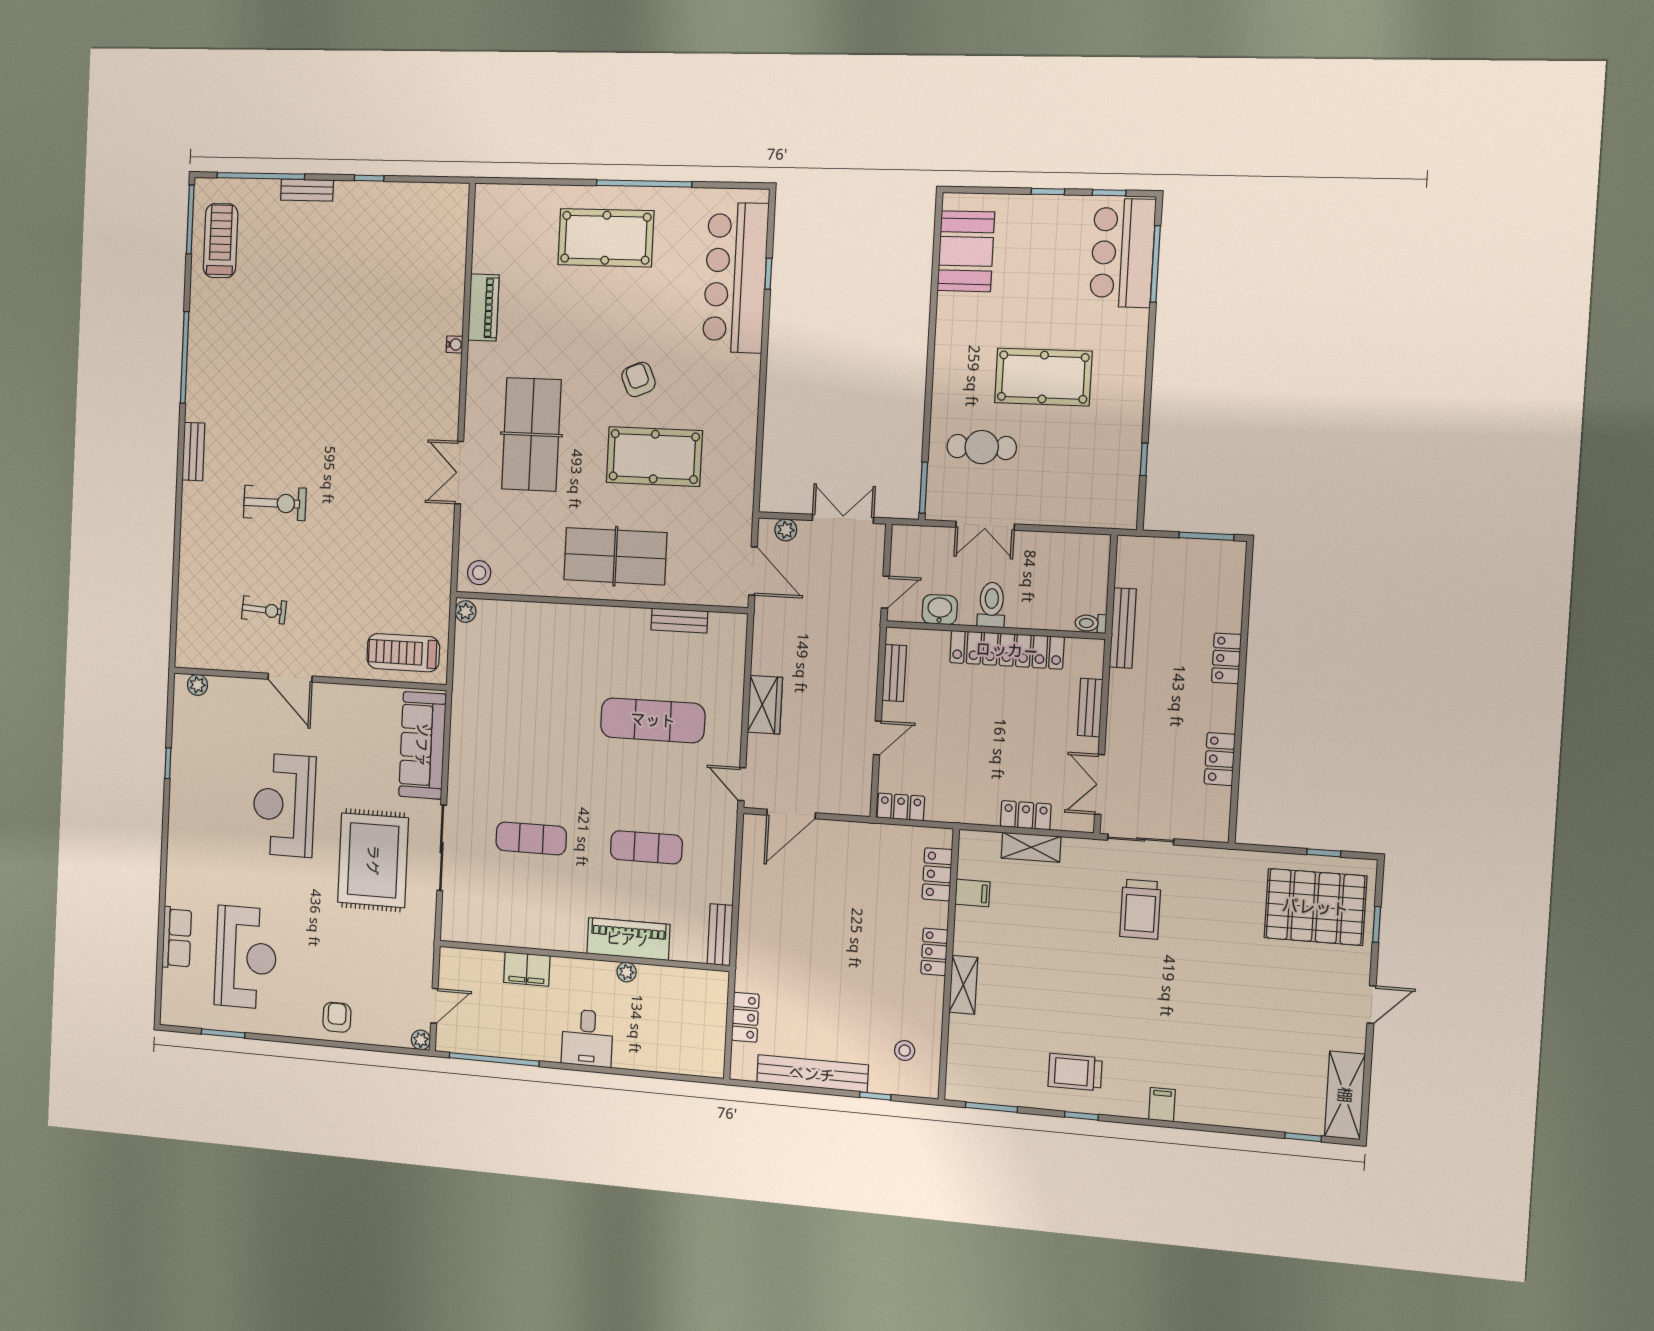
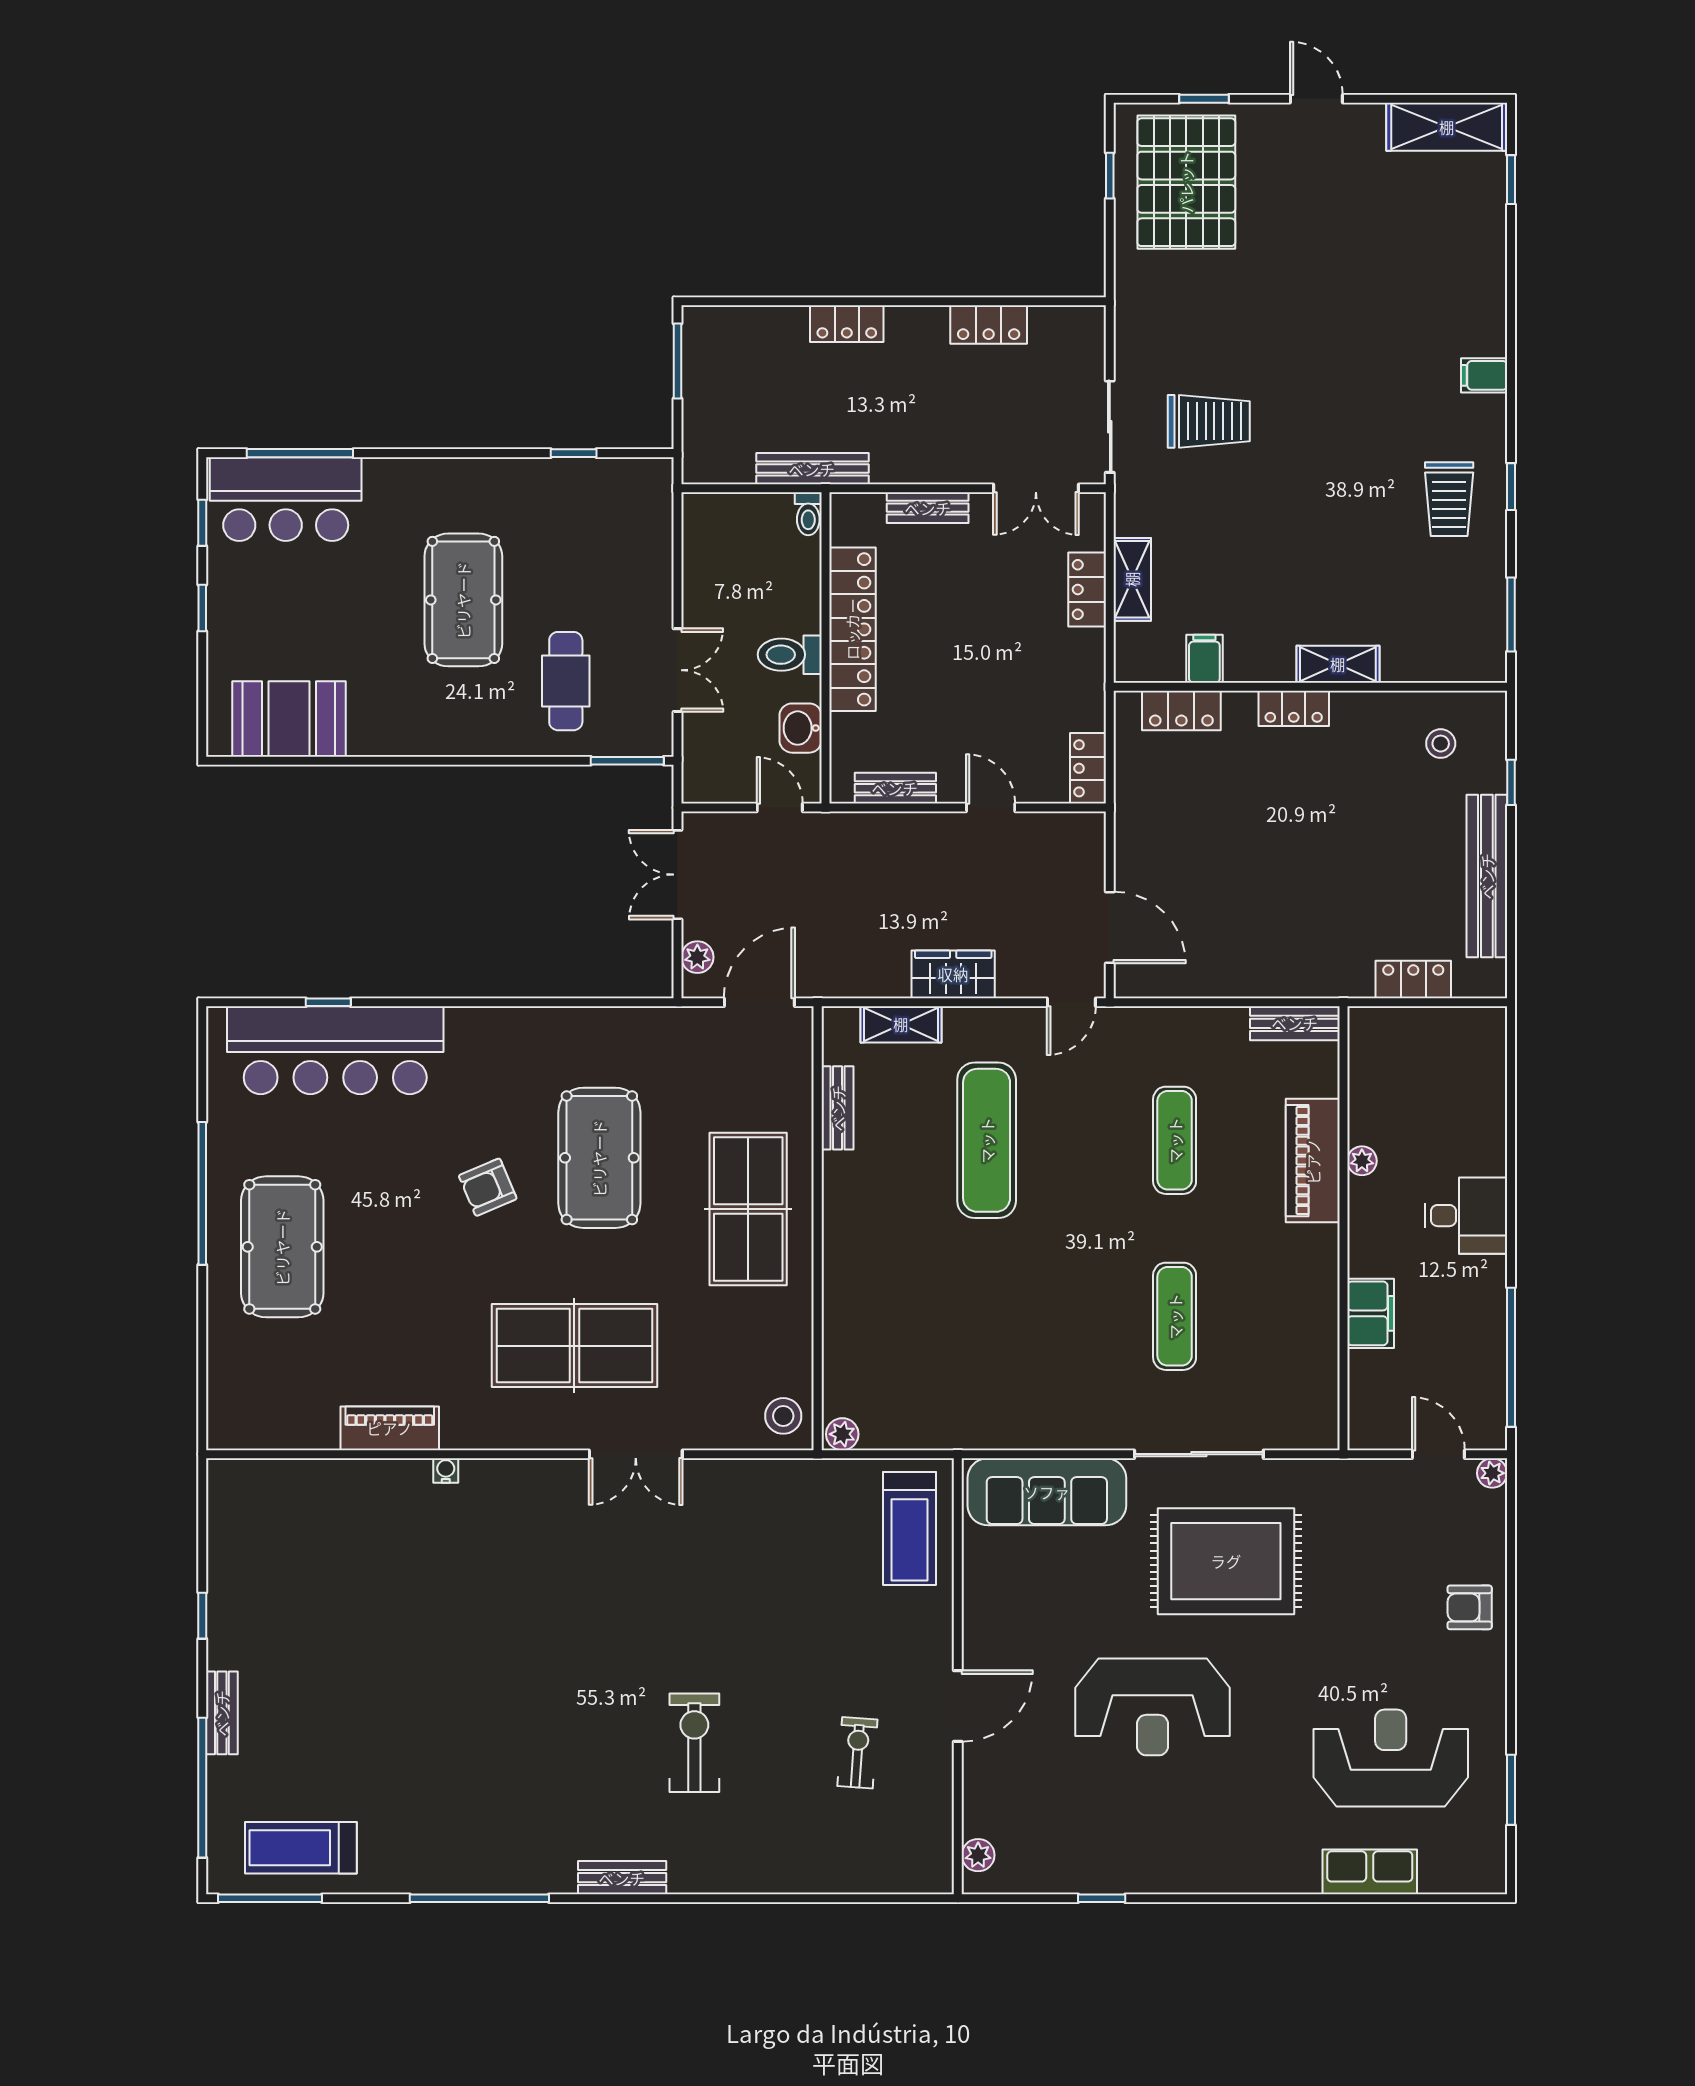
shelving: (733, 667) -> (901, 1024), added

